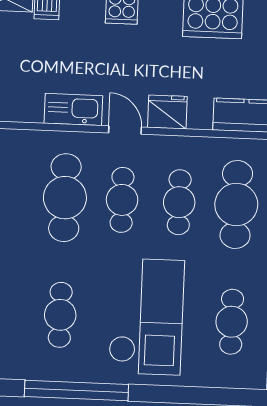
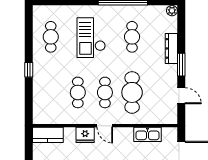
kitchen sink: (73, 109) -> (147, 134), moved
cafe table: (236, 204) -> (51, 92), removed
checkout: (146, 317) -> (91, 38), width x0.73, depth x0.83

